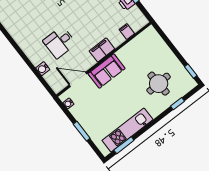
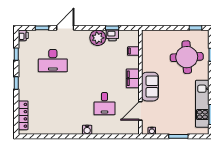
water cooler: (43, 69) -> (87, 130), moved
round table: (159, 84) -> (187, 57), width x1.36, depth x1.36

